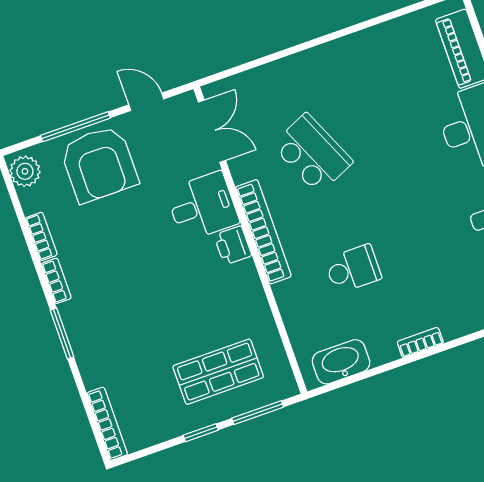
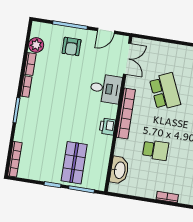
door: (146, 102) -> (106, 31), swing flipped
armchair: (99, 164) -> (71, 47), width x0.53, depth x0.53
plant: (25, 171) -> (36, 45), moved
printer: (233, 245) -> (107, 127), moved
washbasin: (341, 362) -> (119, 170), moved, turned 90
shop shelf: (218, 372) -> (74, 163), turned 90

